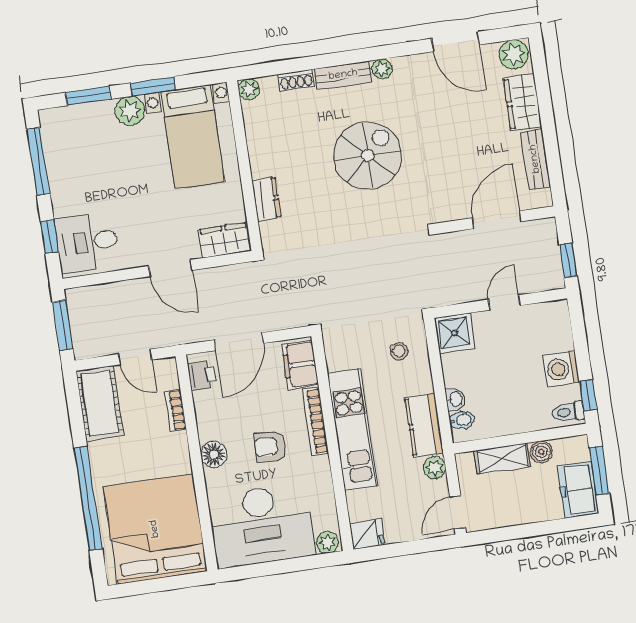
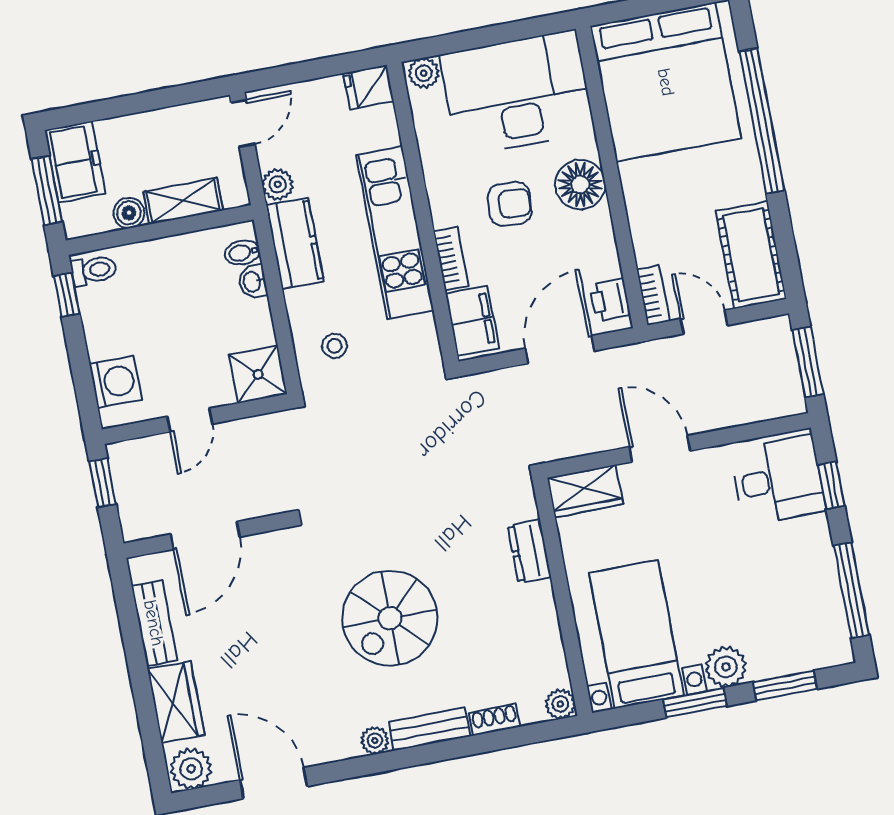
washing machine: (561, 369) -> (115, 382), moved
bookcase: (175, 410) -> (653, 295), moved
bookcase: (315, 422) -> (451, 259), width x0.64
floor lamp: (214, 454) -> (580, 185), width x1.38, depth x1.38

